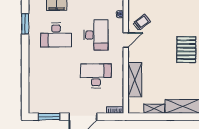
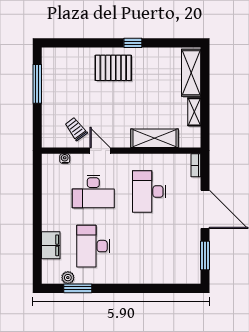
plant: (33, 16) -> (68, 278), added
desk: (56, 35) -> (93, 246), turned 180
desk: (96, 35) -> (93, 192), turned 180

